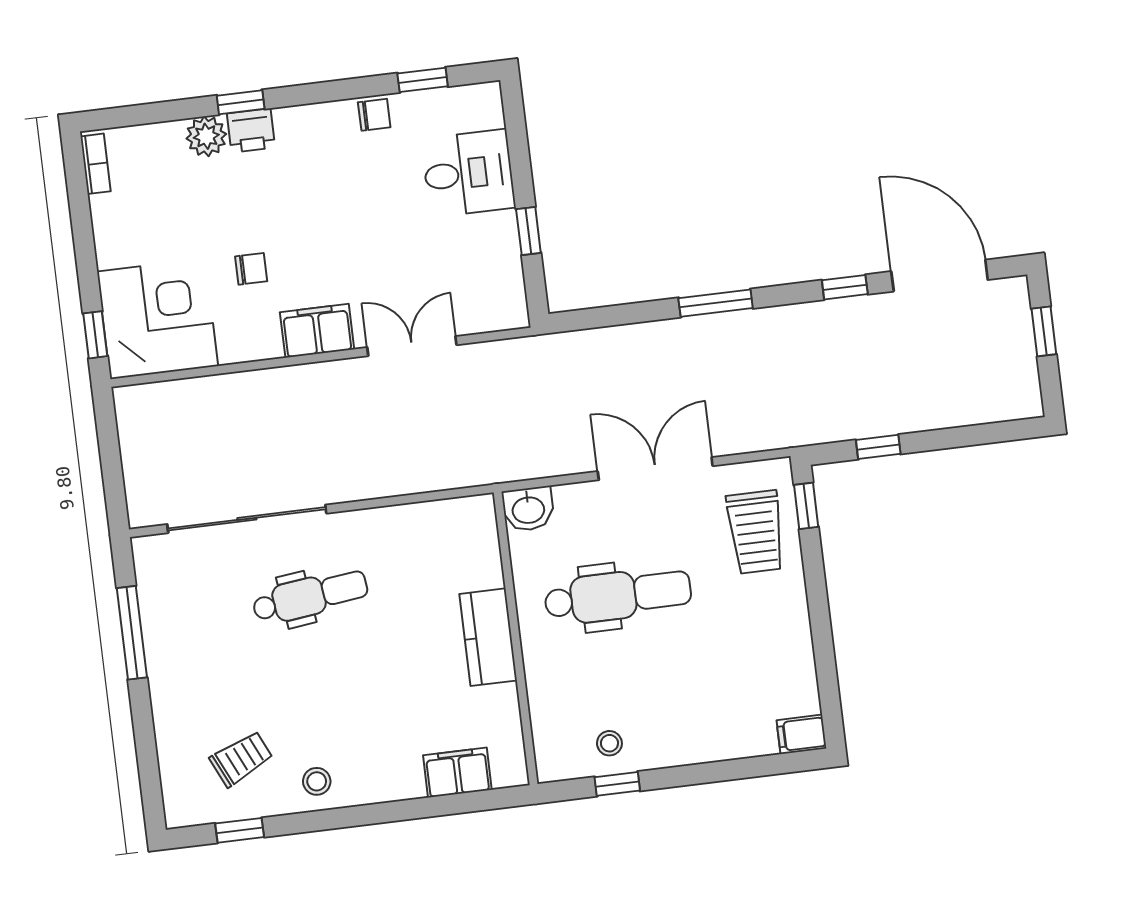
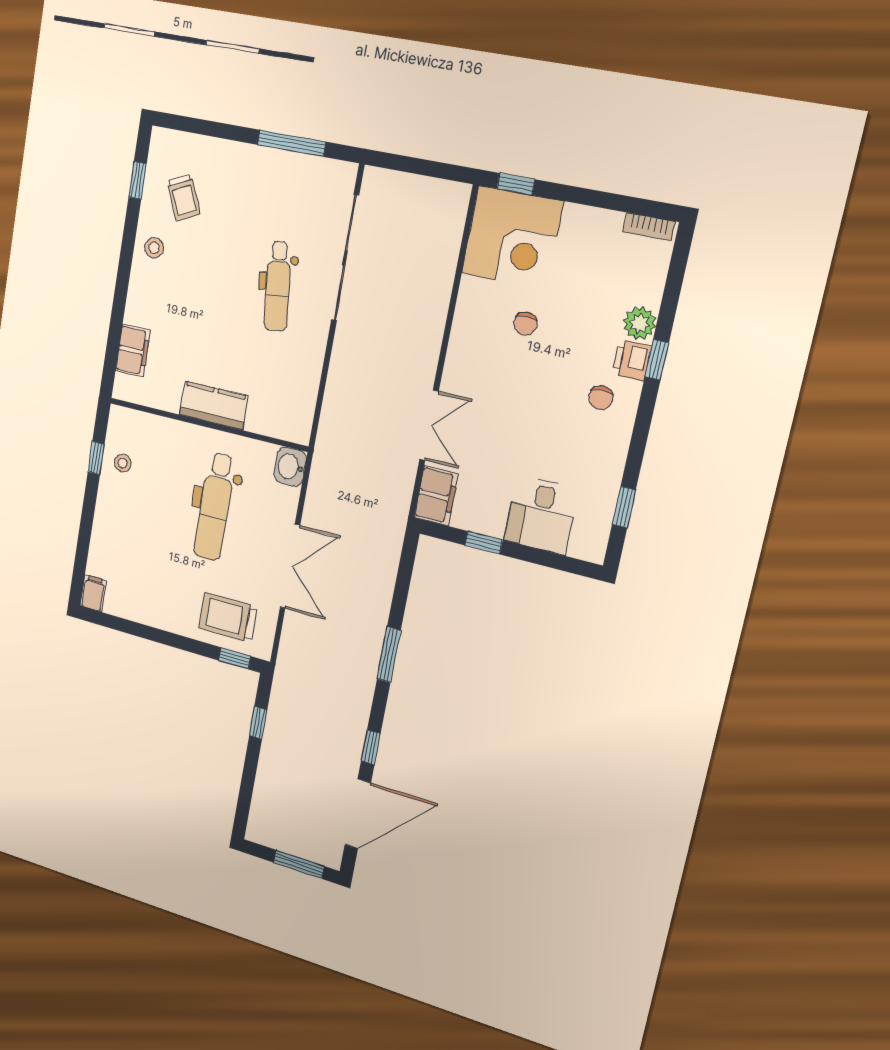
chair: (374, 115) -> (601, 398), moved
filing cabinet: (317, 331) -> (436, 496), moved
window: (1044, 331) -> (299, 864), width x1.50

